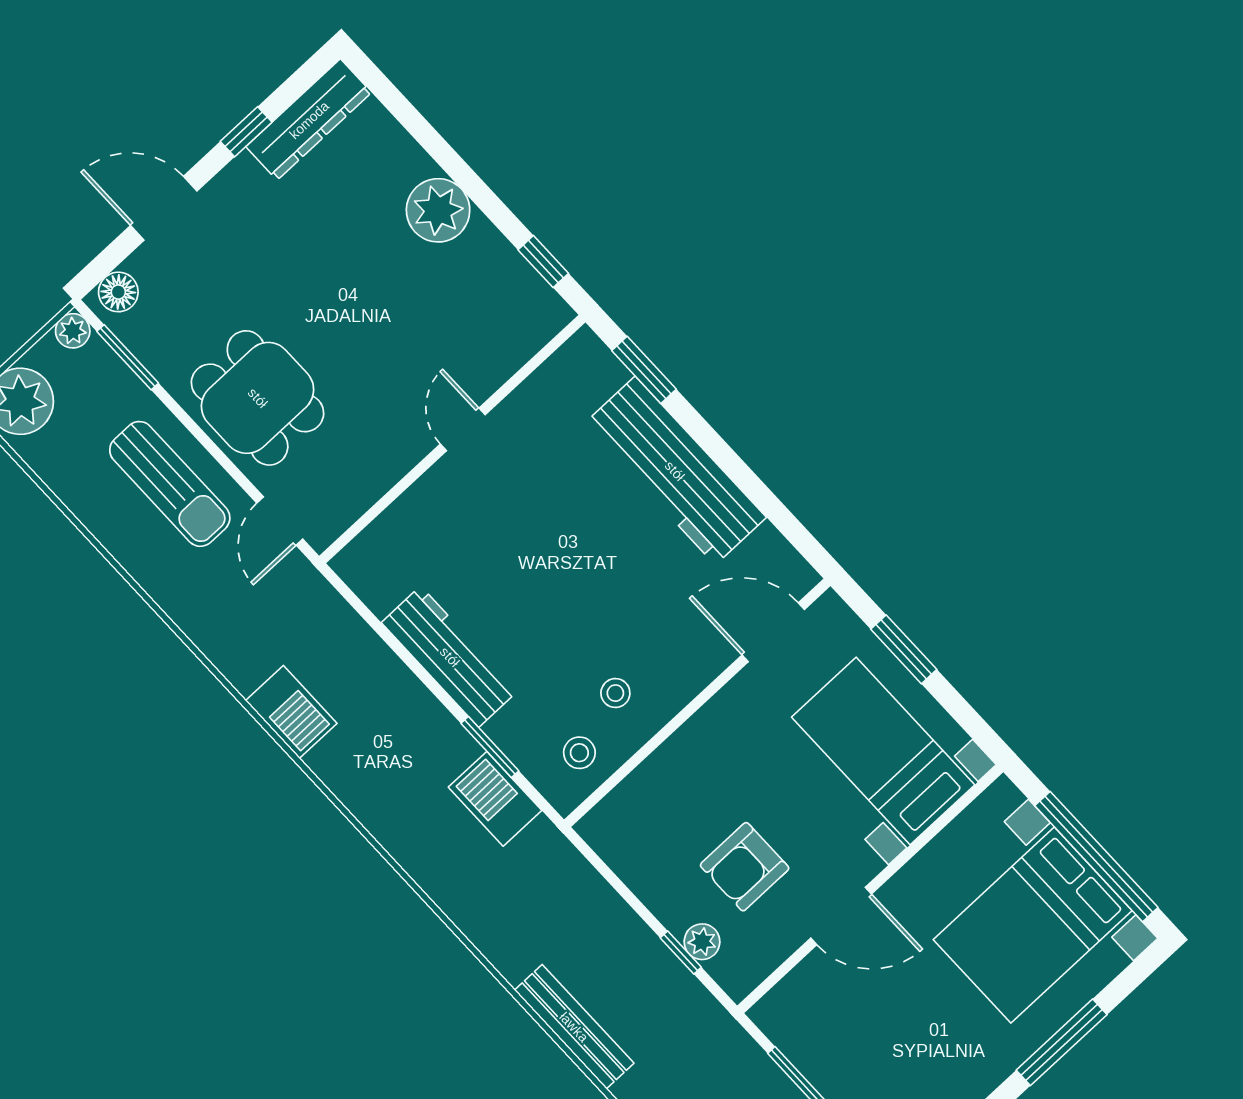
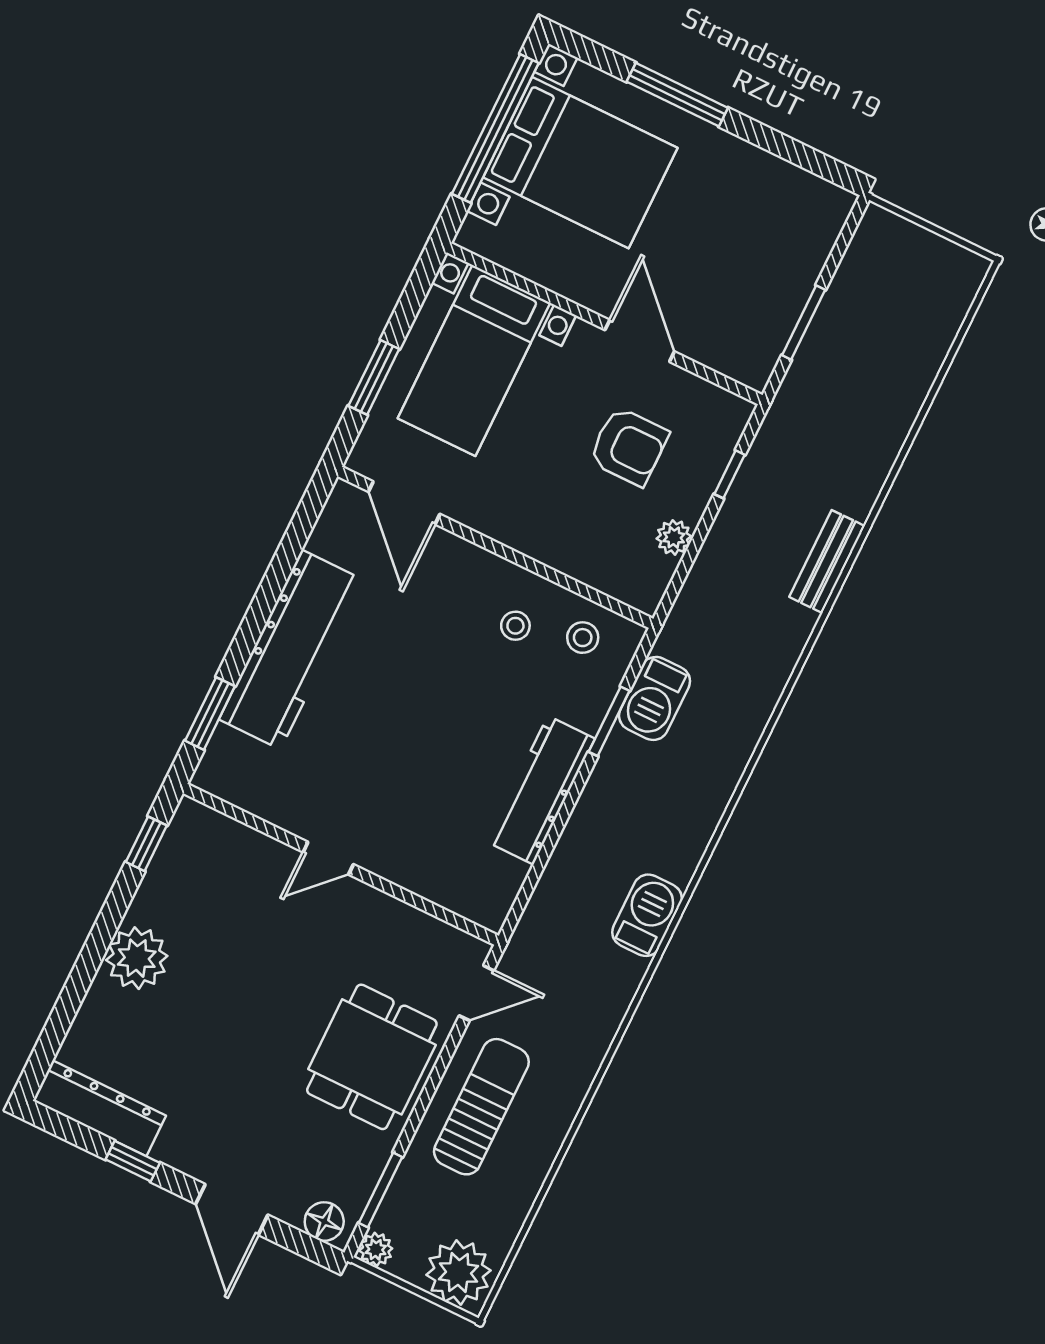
plant: (702, 942) -> (674, 537), moved
bench: (574, 1027) -> (827, 561), width x0.73

